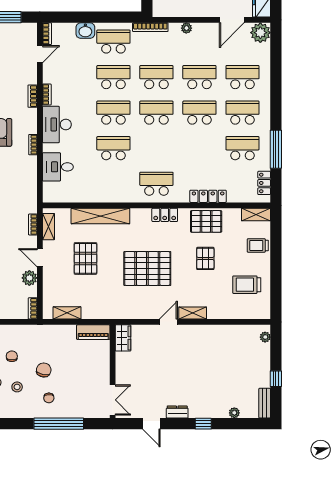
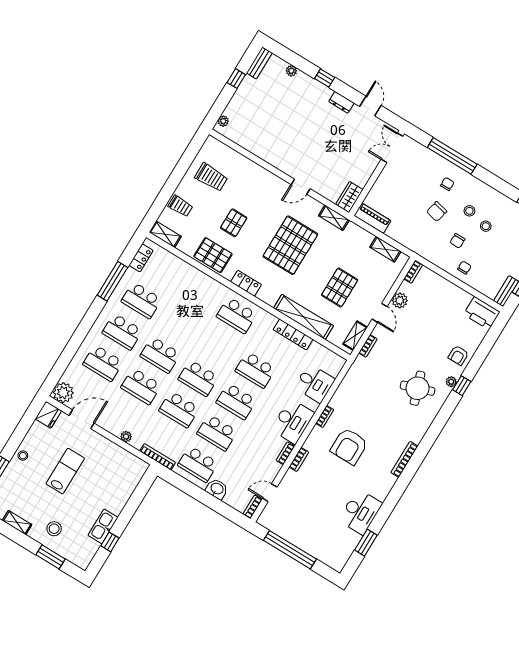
locker: (208, 196) -> (293, 334), moved
pallet: (147, 268) -> (290, 245), turned 90
shelving: (193, 313) -> (334, 218), moved

